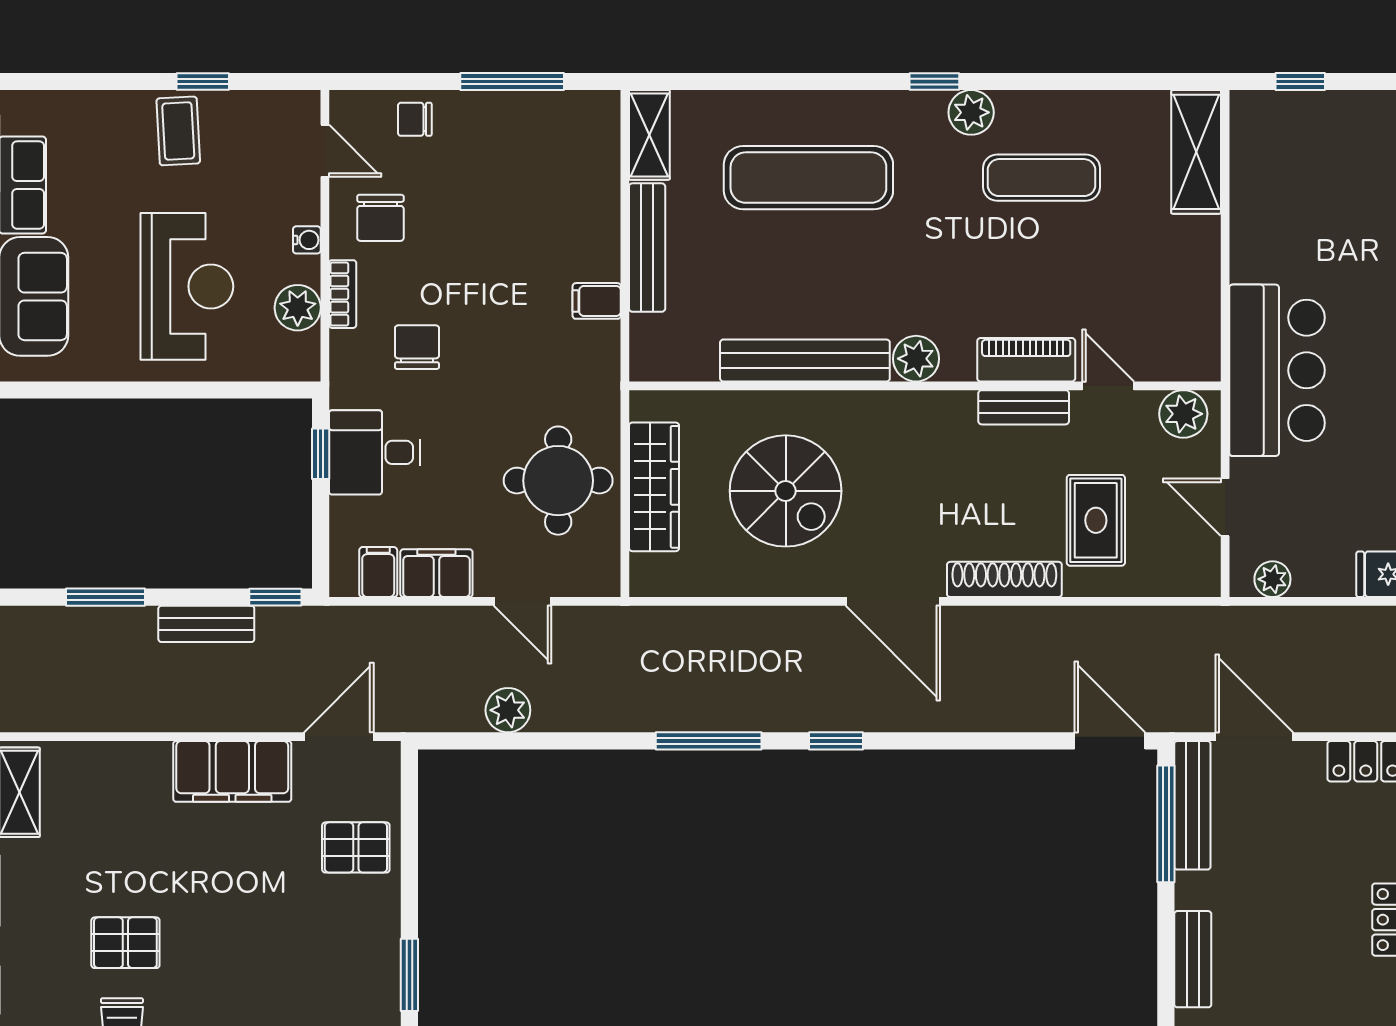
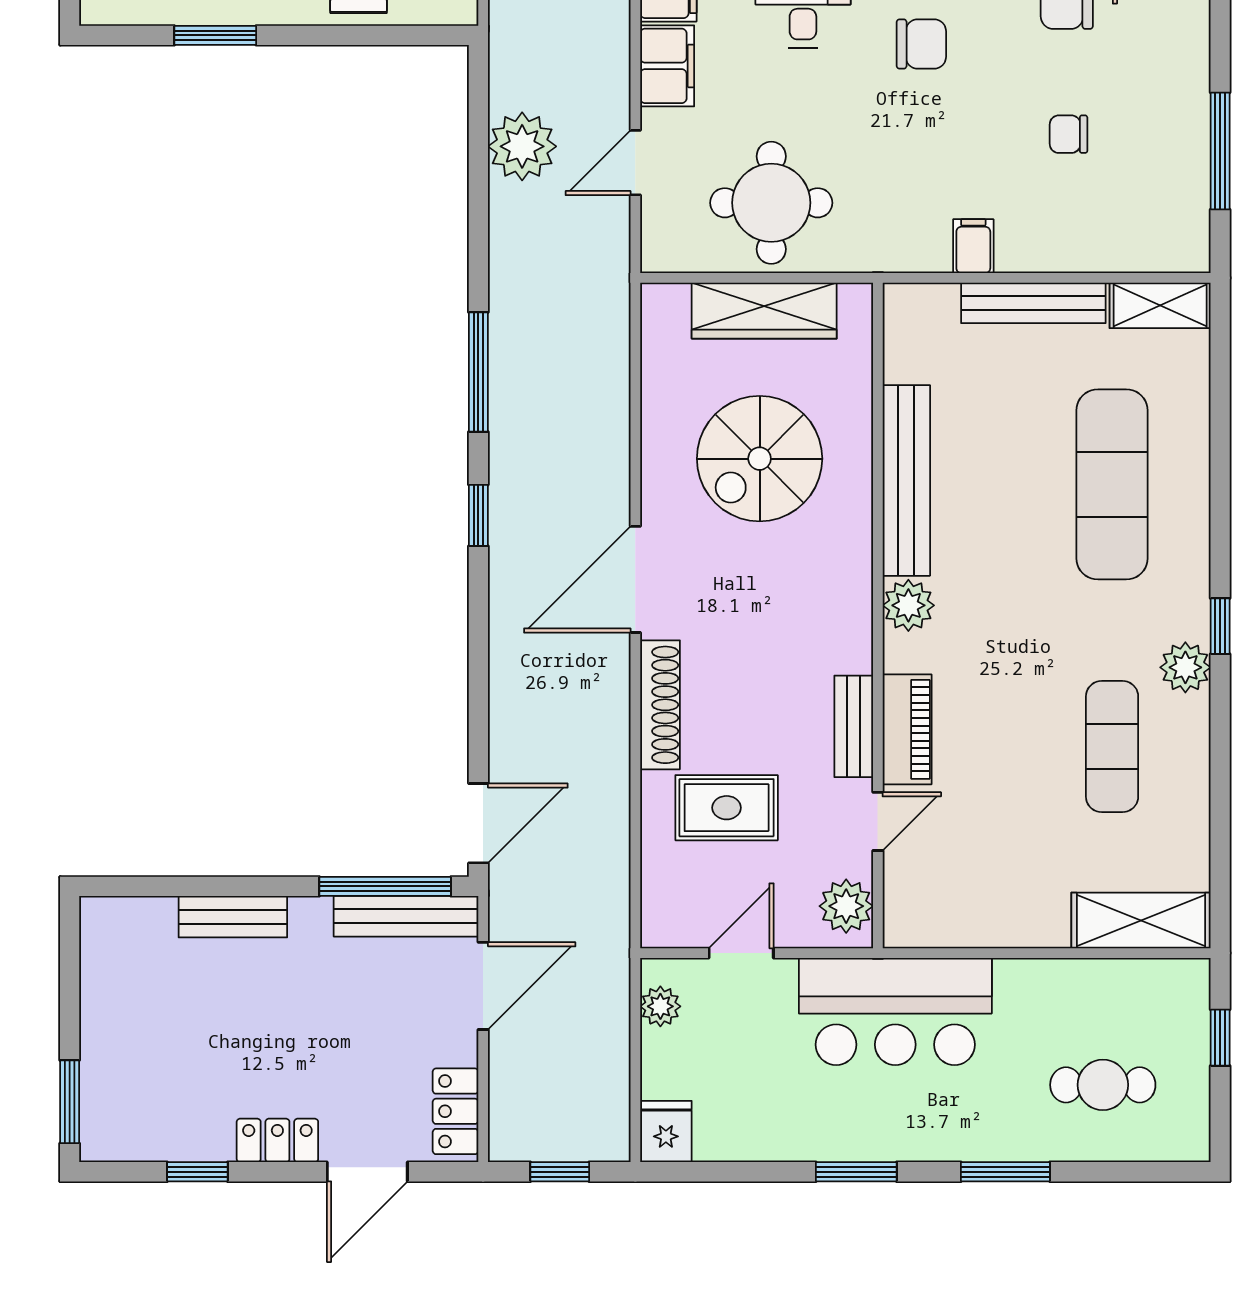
chair: (415, 119) -> (1068, 134), moved, turned -90
cafe table: (1342, 186) -> (1103, 1085), added
plant: (508, 710) -> (522, 146), width x1.36, depth x1.36

